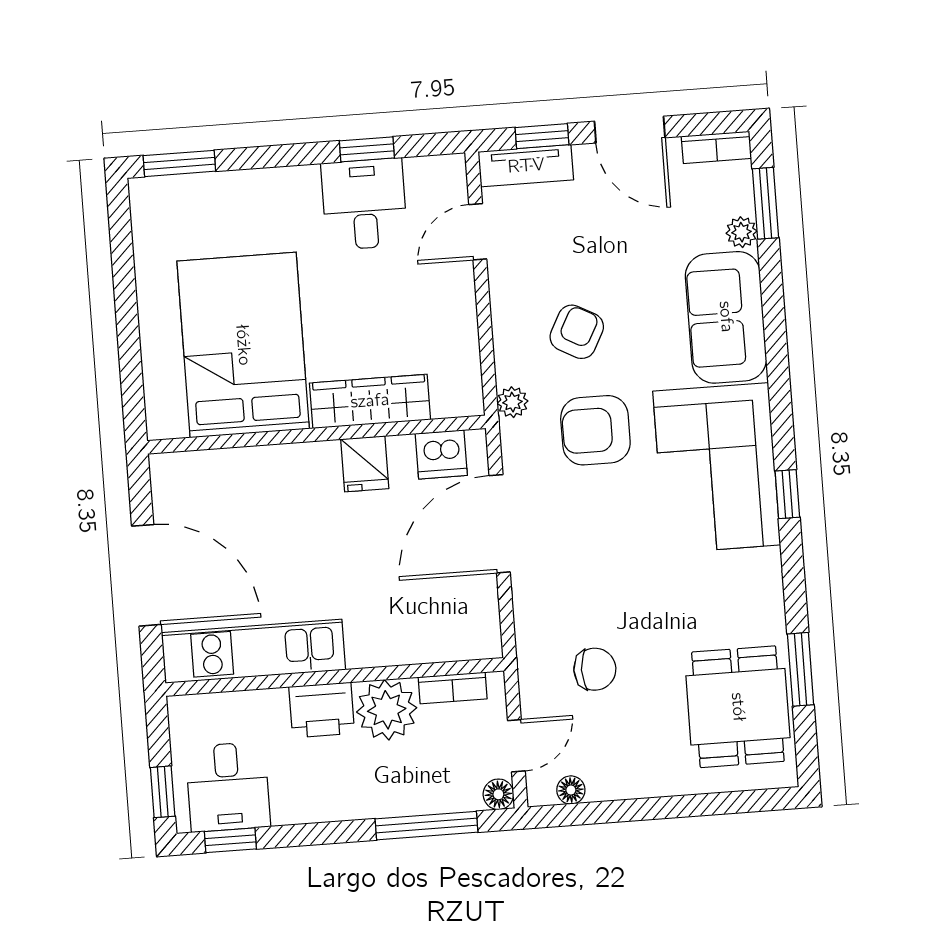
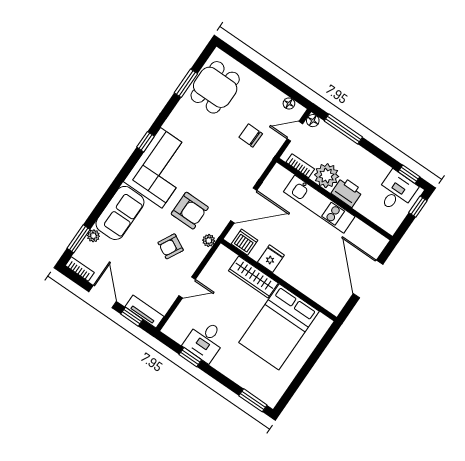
door: (478, 232) -> (187, 287), moved
kitchen unit: (254, 651) -> (319, 204), moved

